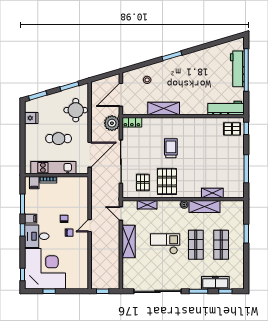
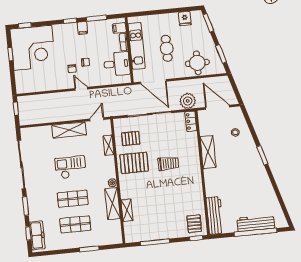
desk: (37, 236) -> (117, 64), moved, turned 90
checkout: (165, 244) -> (70, 167), turned -90
freezer: (215, 283) -> (37, 235), moved

